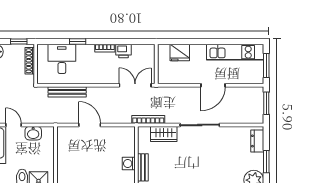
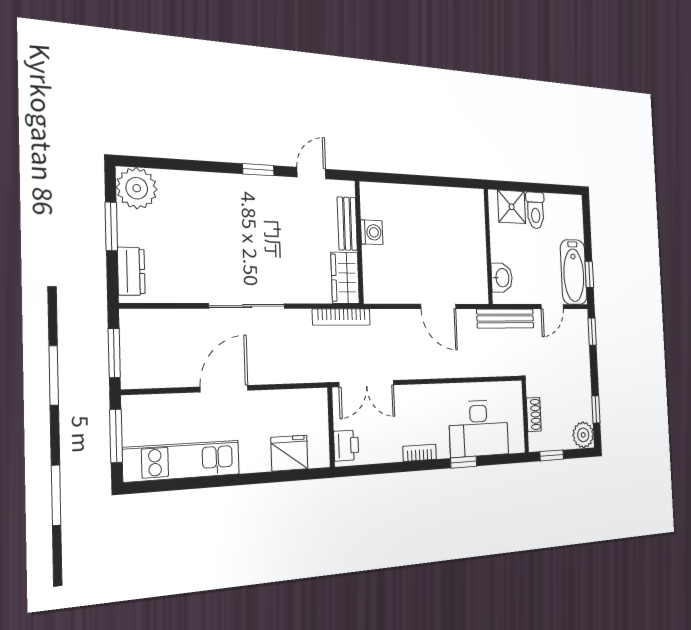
printer: (123, 51) -> (346, 446), moved, turned 90
desk: (62, 59) -> (479, 428), width x1.37
shoe rack: (30, 61) -> (534, 415), width x0.70
bench: (67, 92) -> (505, 318), moved
door: (13, 125) -> (552, 307), hinge flipped
washbasin: (33, 133) -> (502, 278), moved, turned 90
wardrobe: (164, 134) -> (345, 278), moved, turned -90

